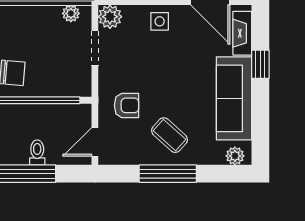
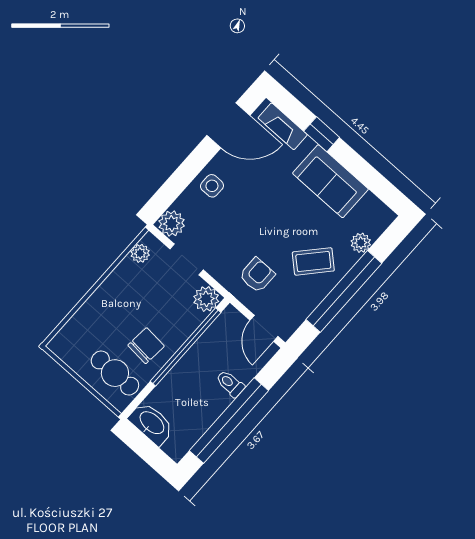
plant: (80, 85) -> (206, 299), added
sofa: (234, 98) -> (330, 181), width x0.73
plant: (235, 156) -> (361, 243), moved
window: (168, 174) -> (344, 291), width x1.46

